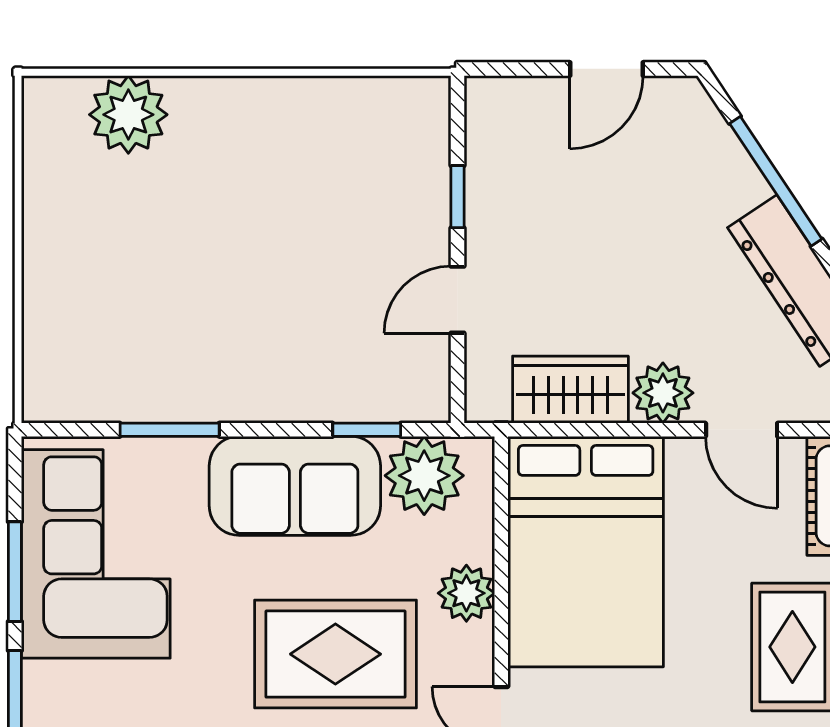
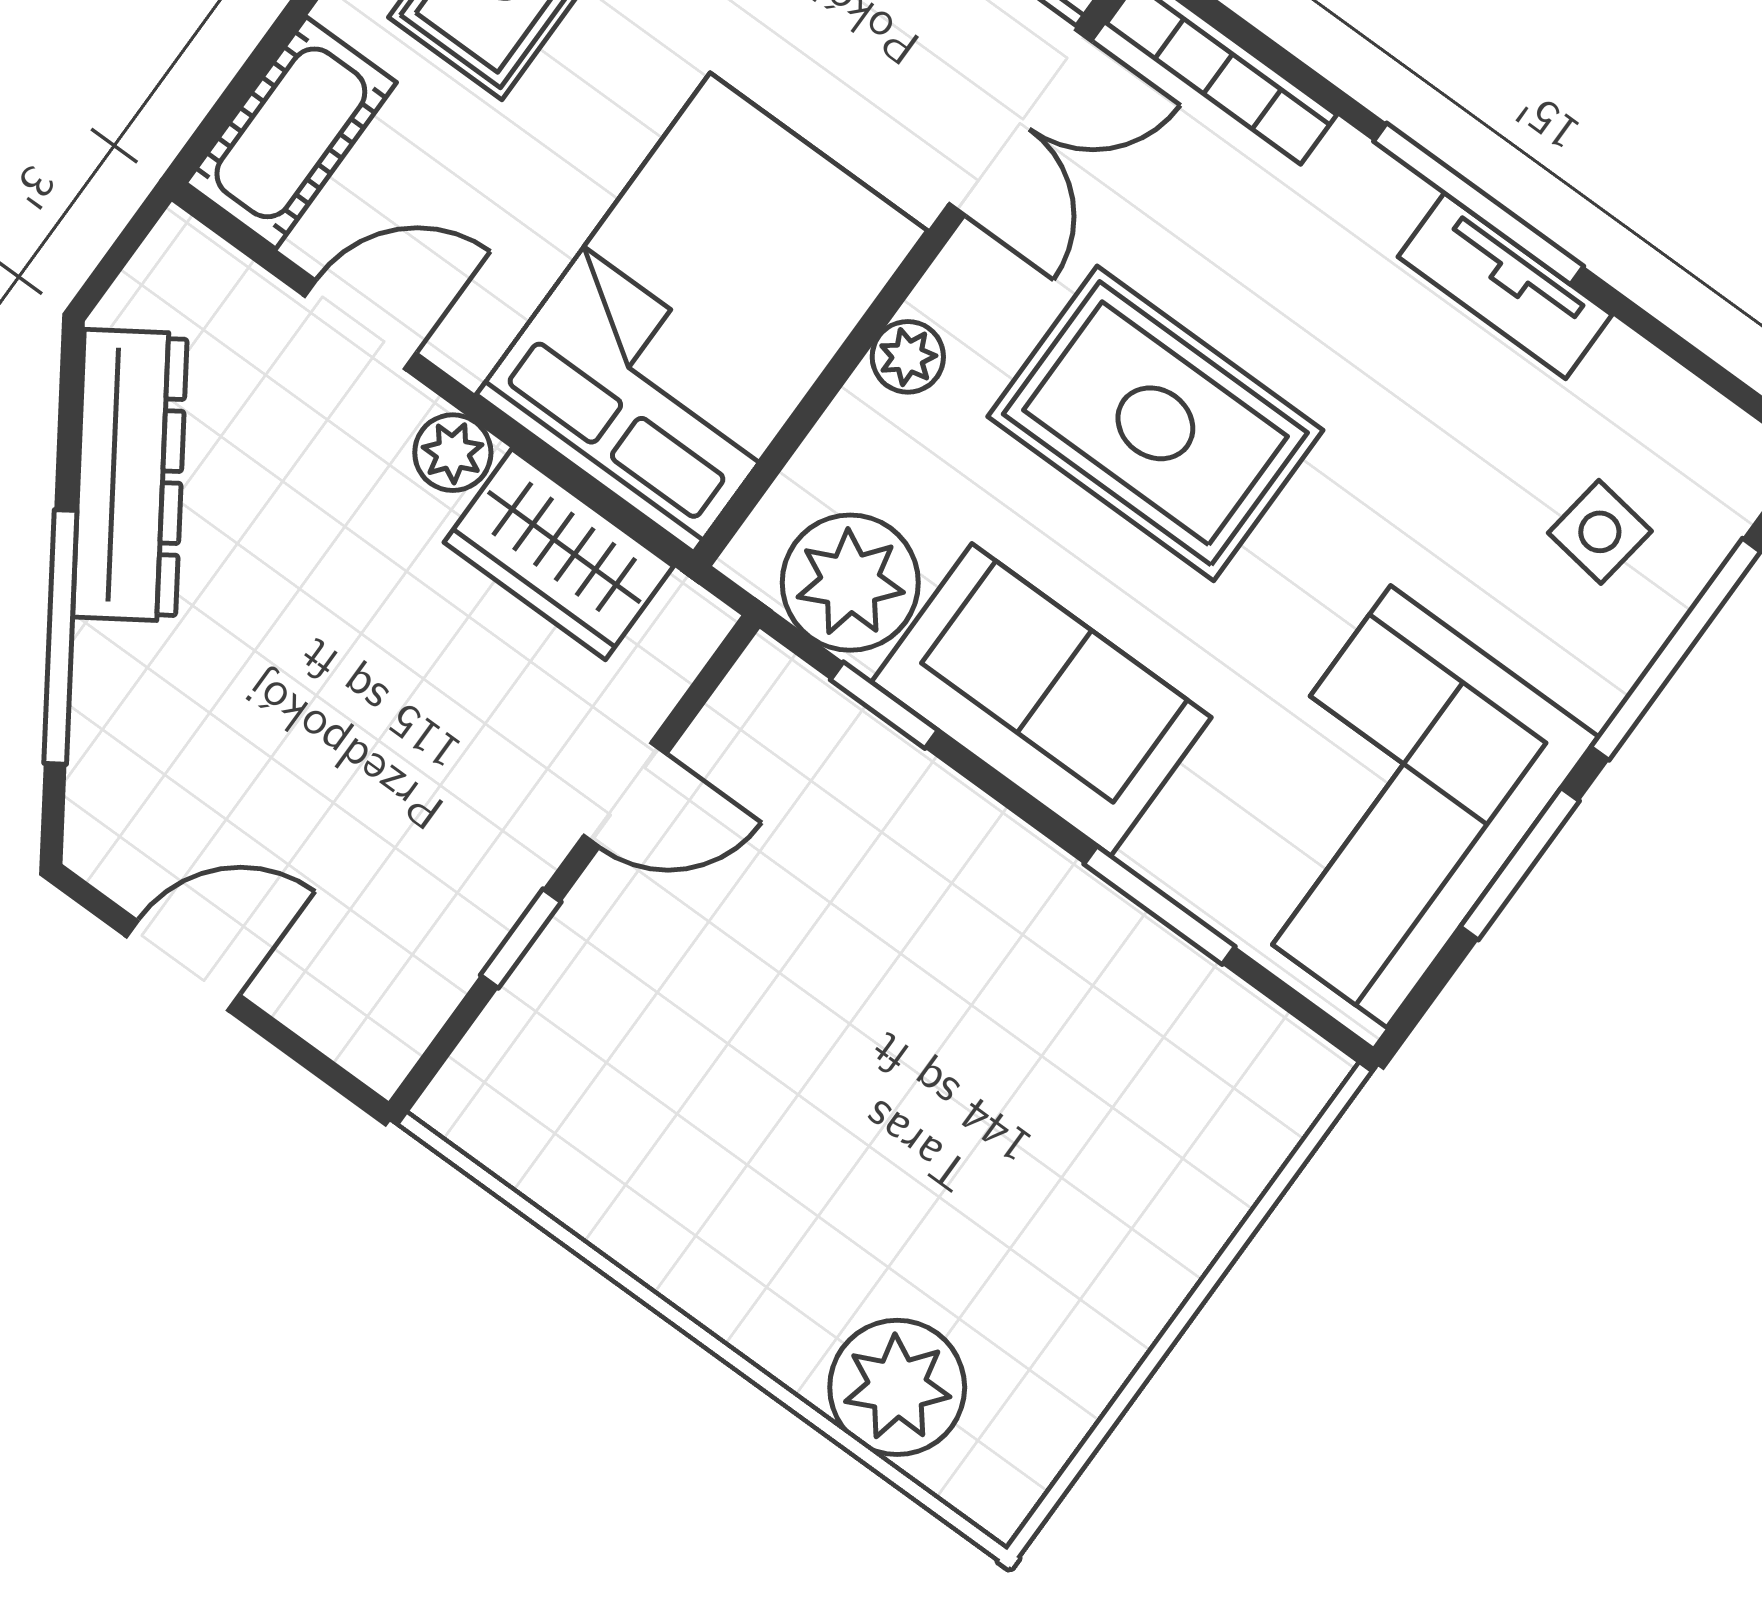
plant: (663, 393) -> (453, 453), width x0.73, depth x0.73
door: (742, 430) -> (360, 325), hinge flipped
plant: (466, 593) -> (908, 357), width x0.73, depth x0.73

